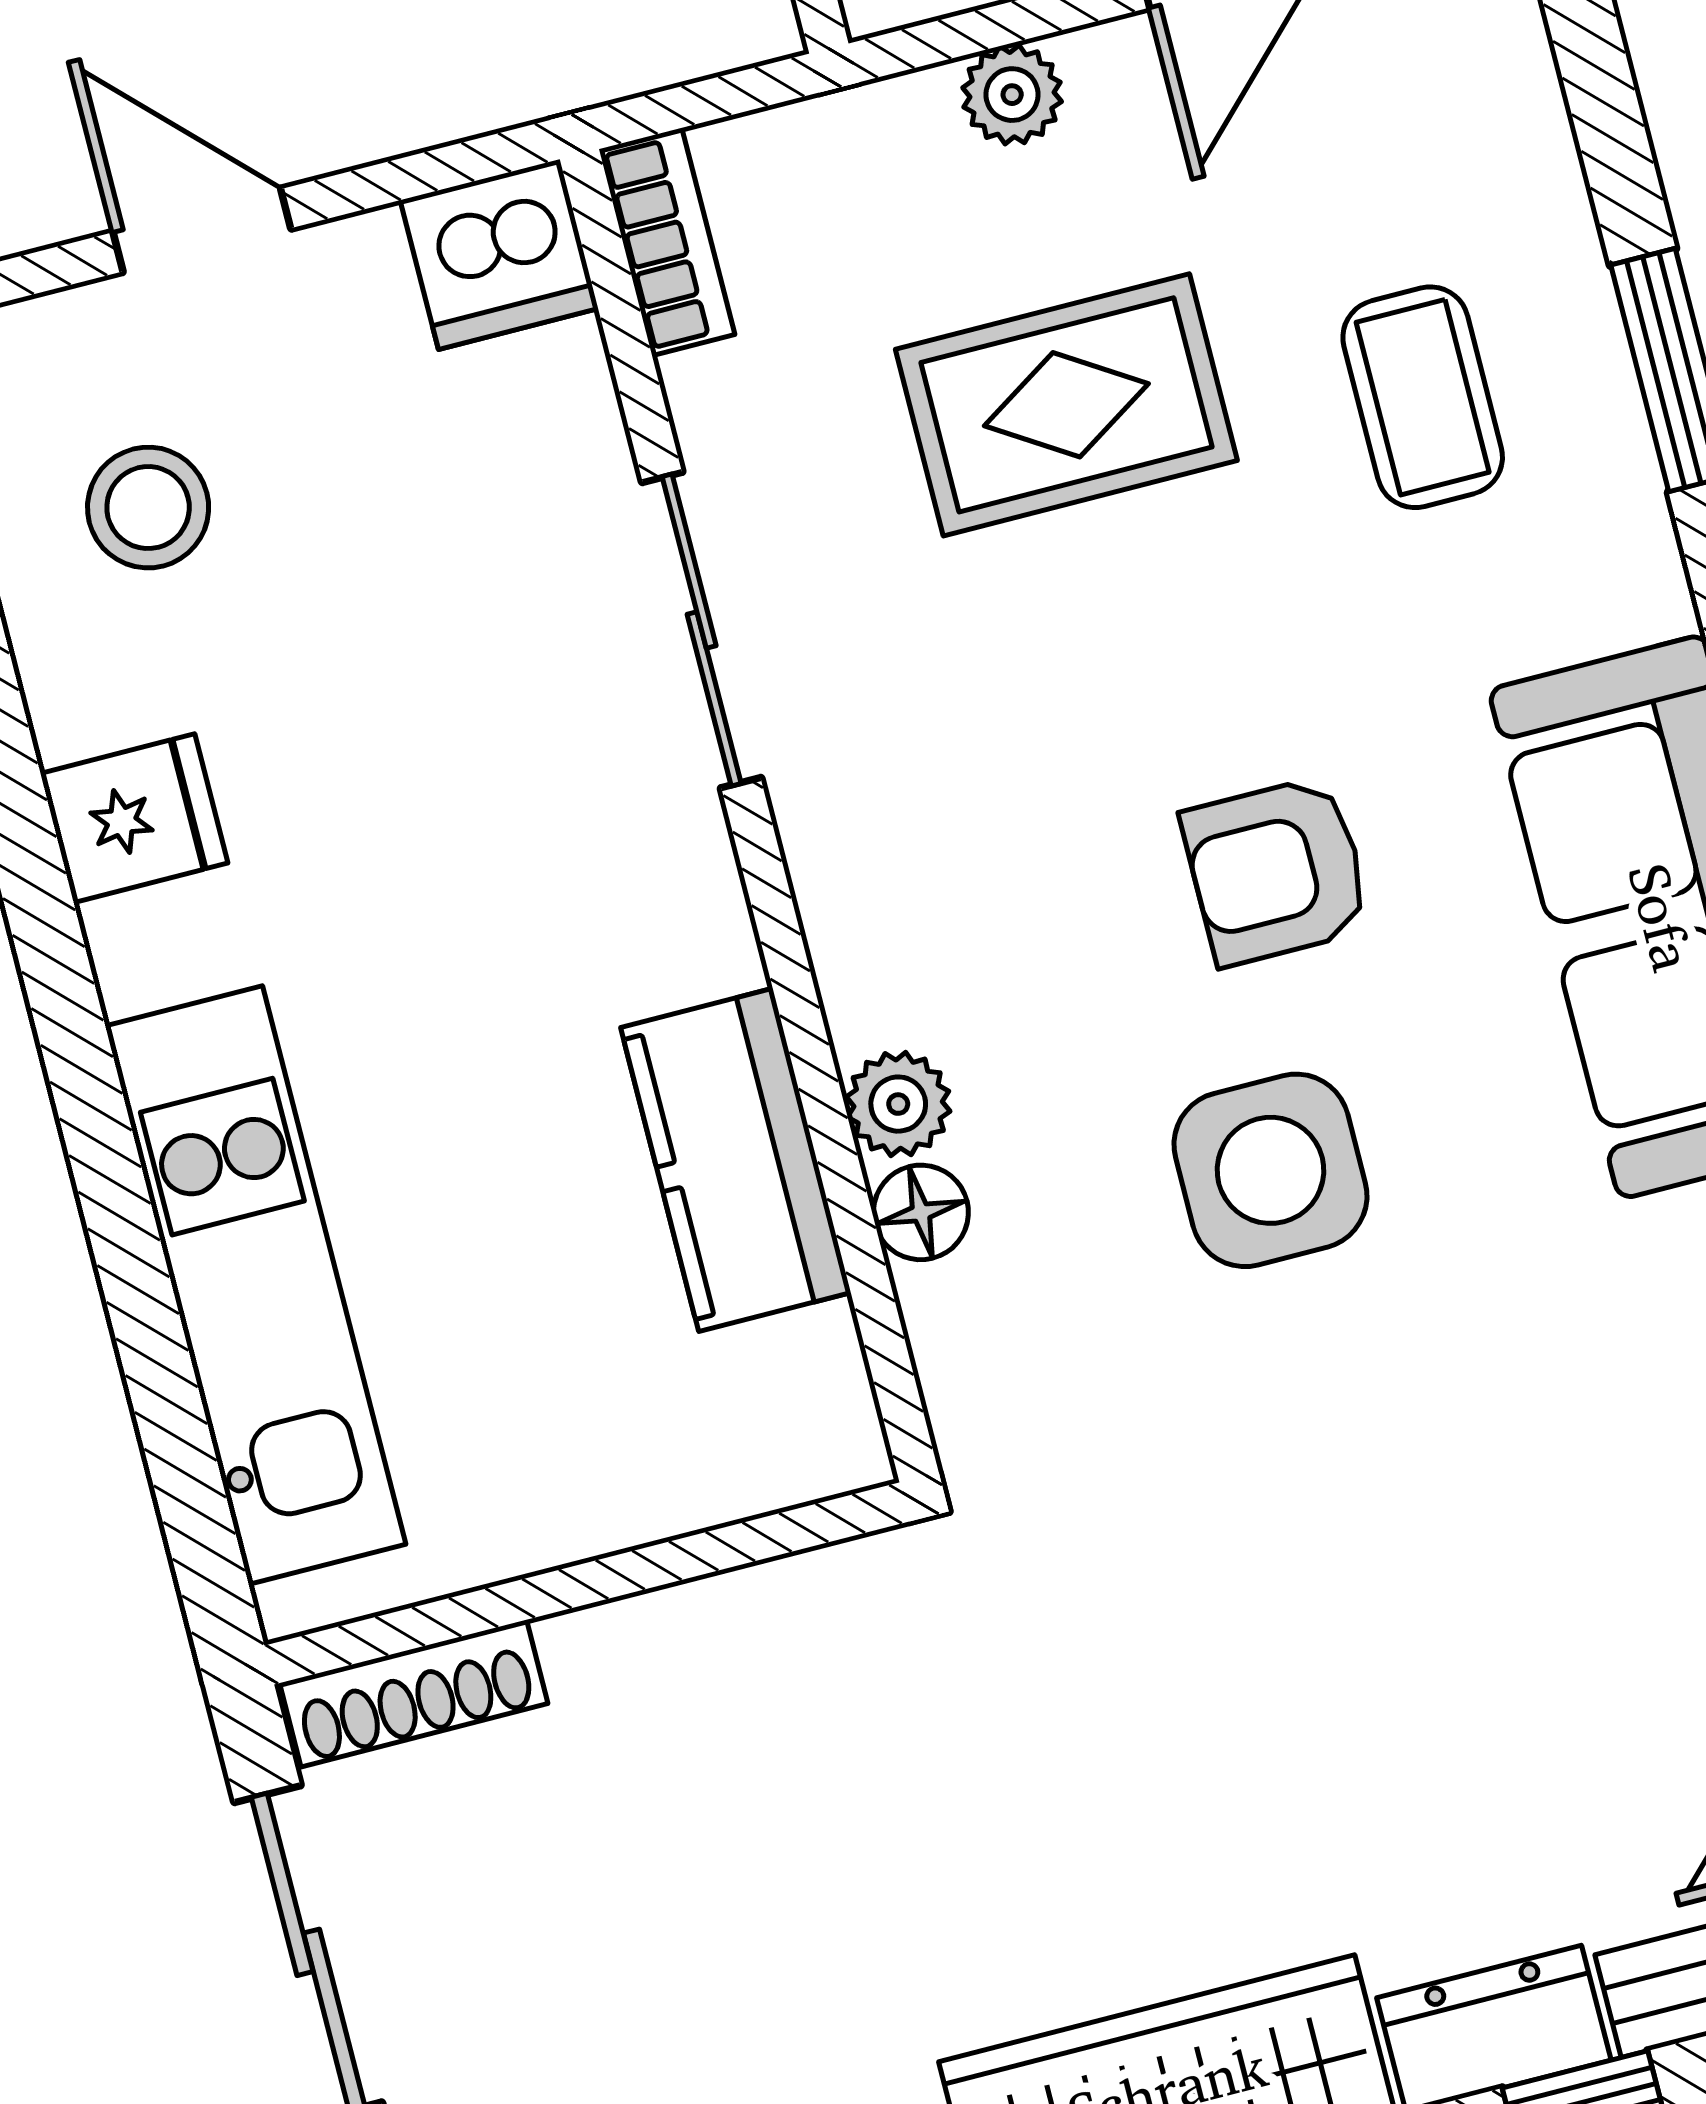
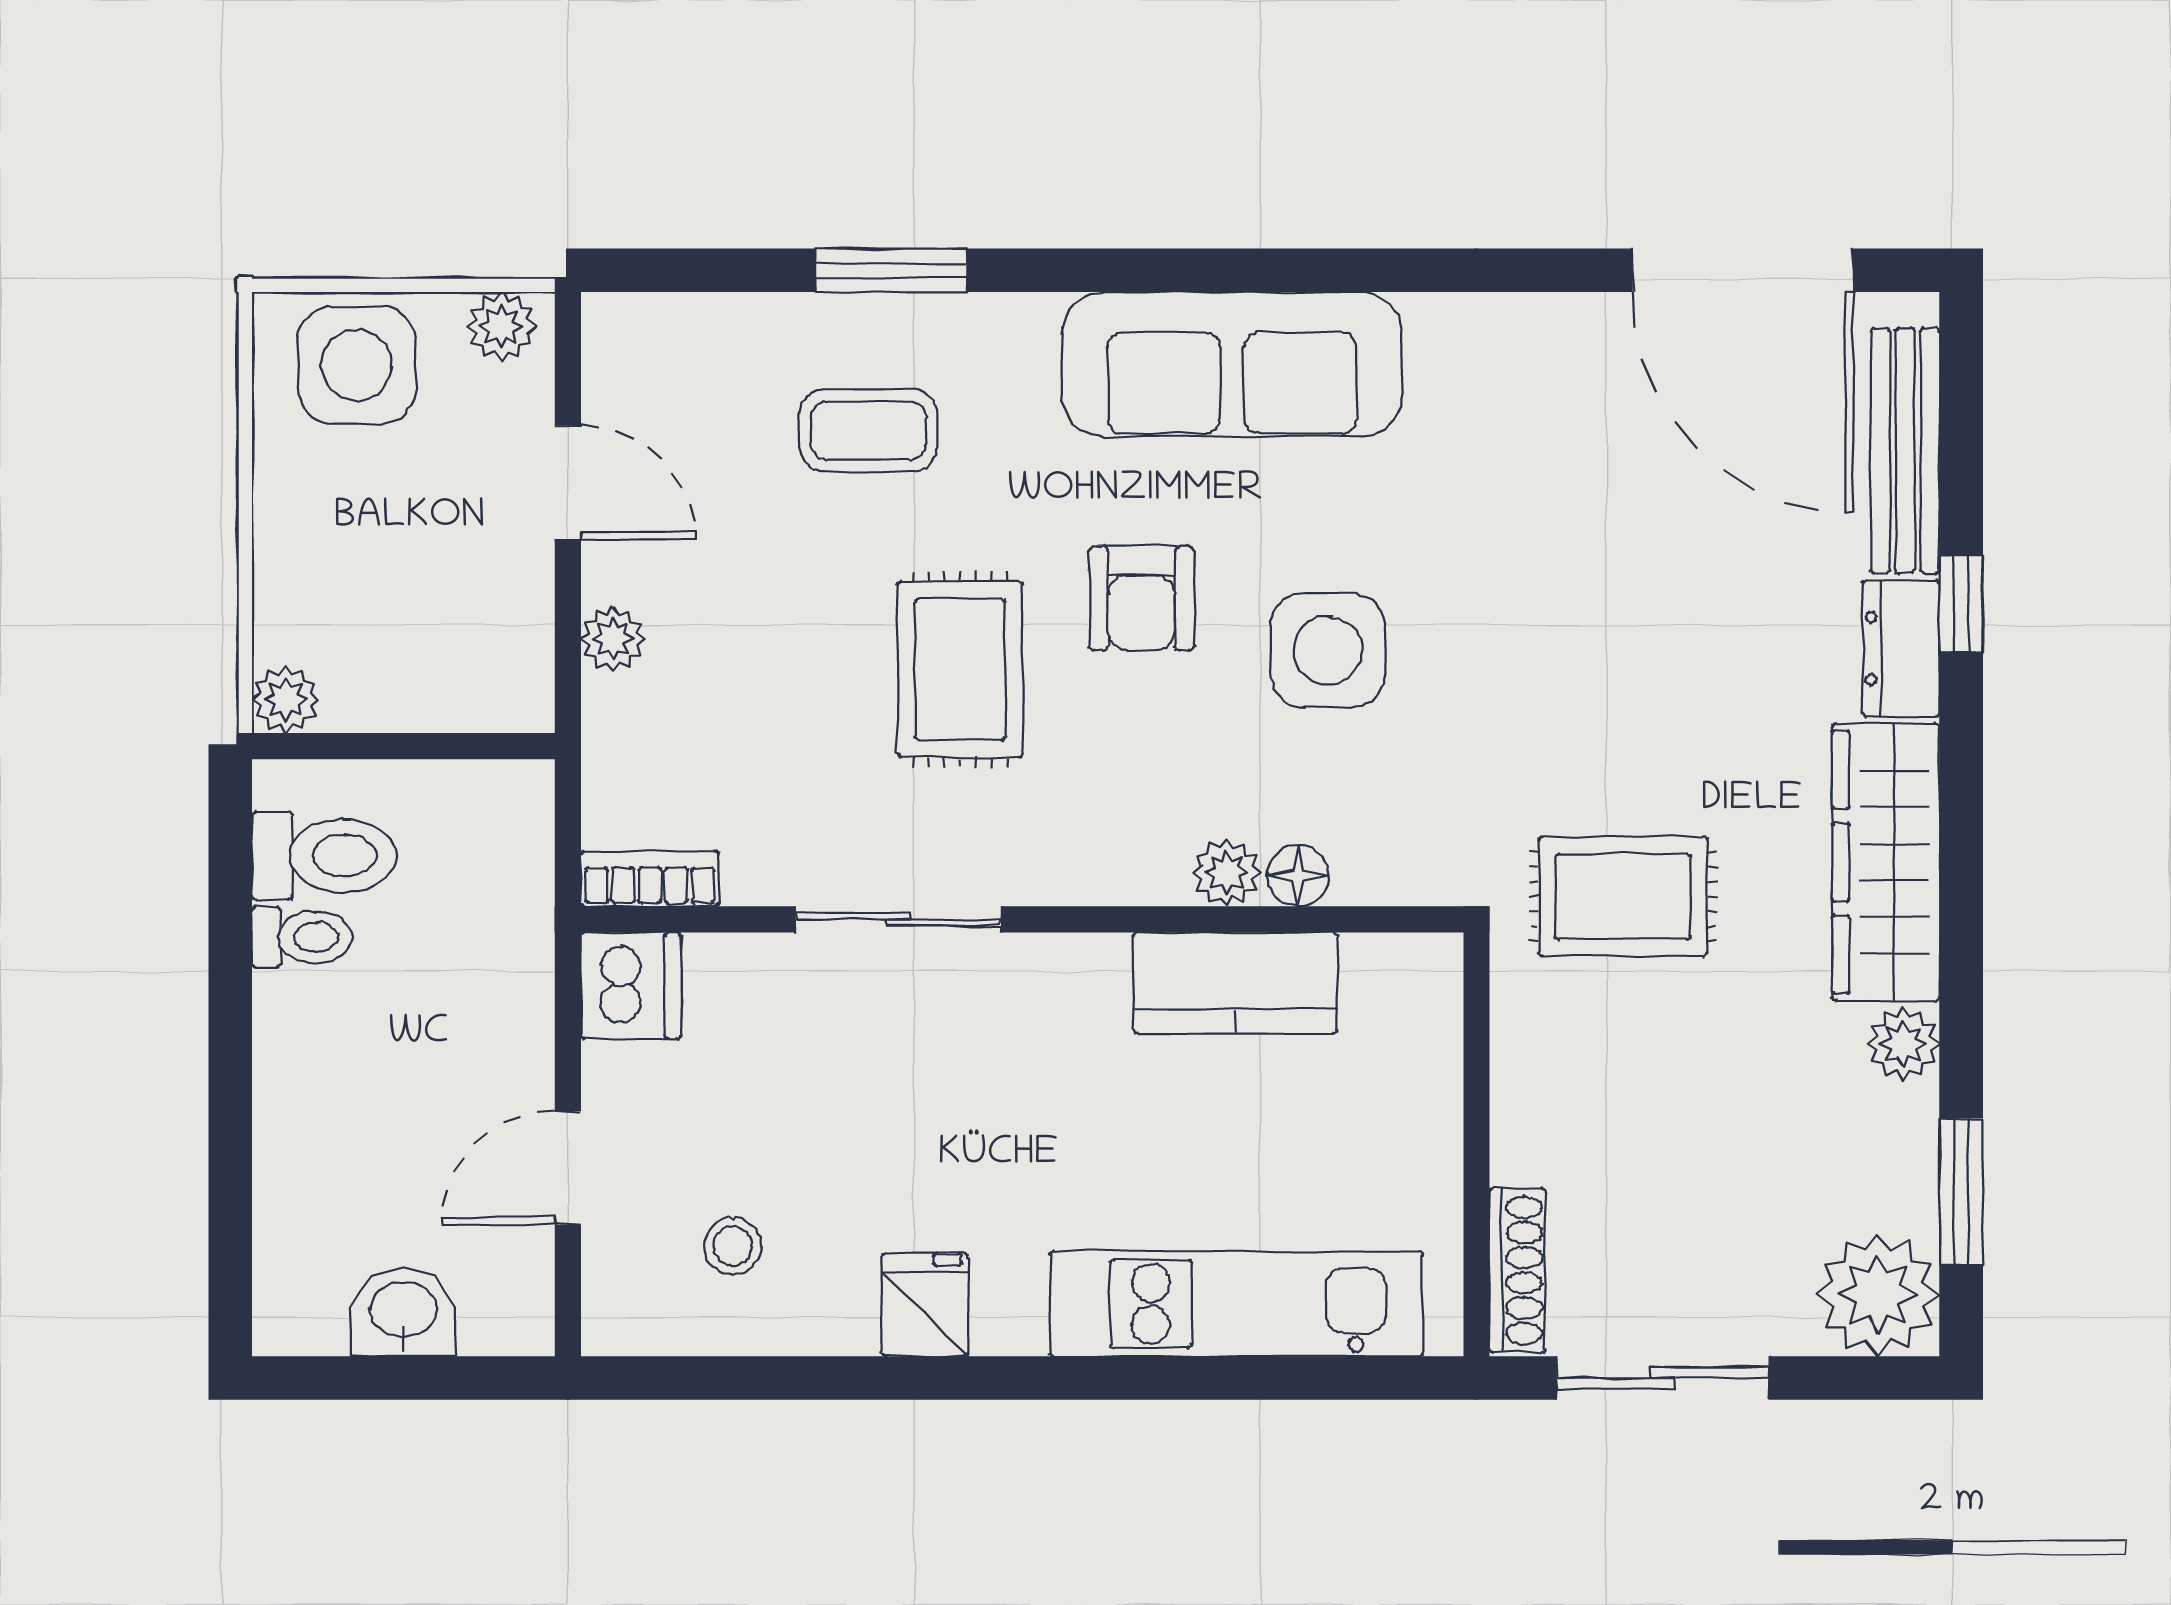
rug: (1066, 405) -> (960, 669), moved
stool: (148, 508) -> (733, 1246), width x0.73, depth x0.73
rug: (1015, 1708) -> (1623, 896), added

